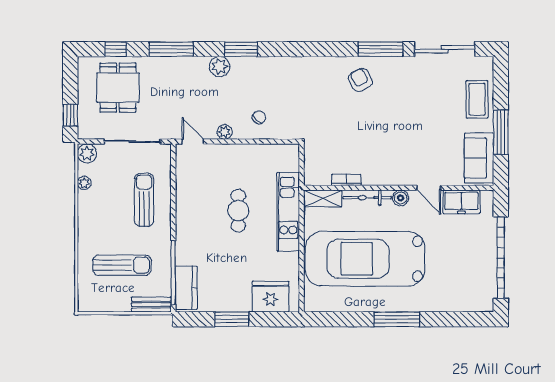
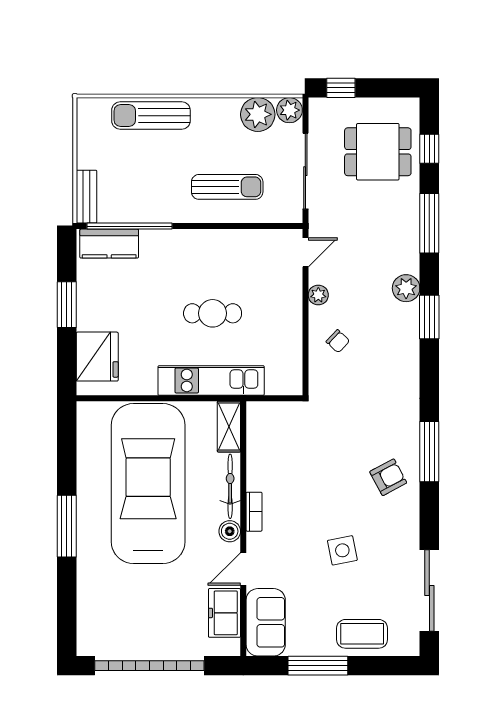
window: (380, 49) -> (429, 452), moved
side table: (415, 114) -> (342, 550), added
sofa: (479, 158) -> (266, 622), moved, turned 90
bookcase: (346, 180) -> (254, 512), moved
plant: (84, 183) -> (258, 114), width x1.87, depth x1.87
sun lounger: (122, 265) -> (151, 116), moved, turned 90

